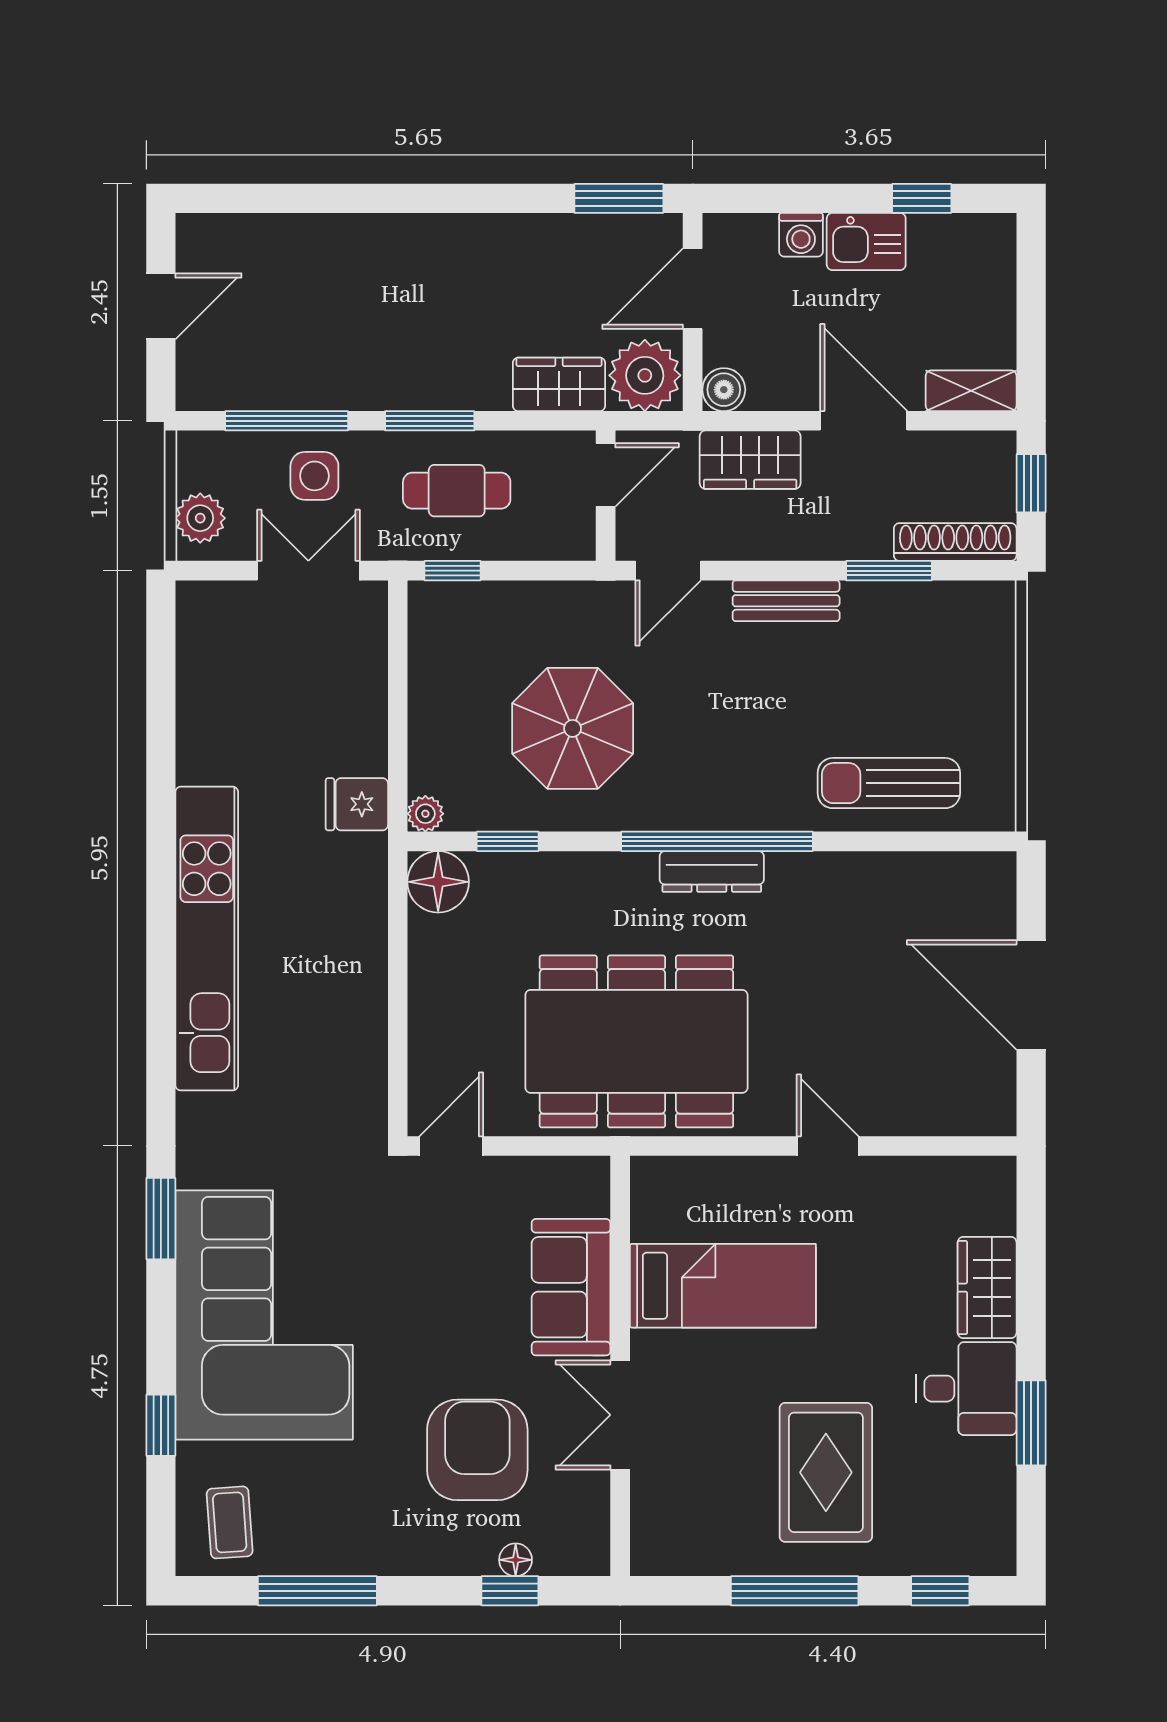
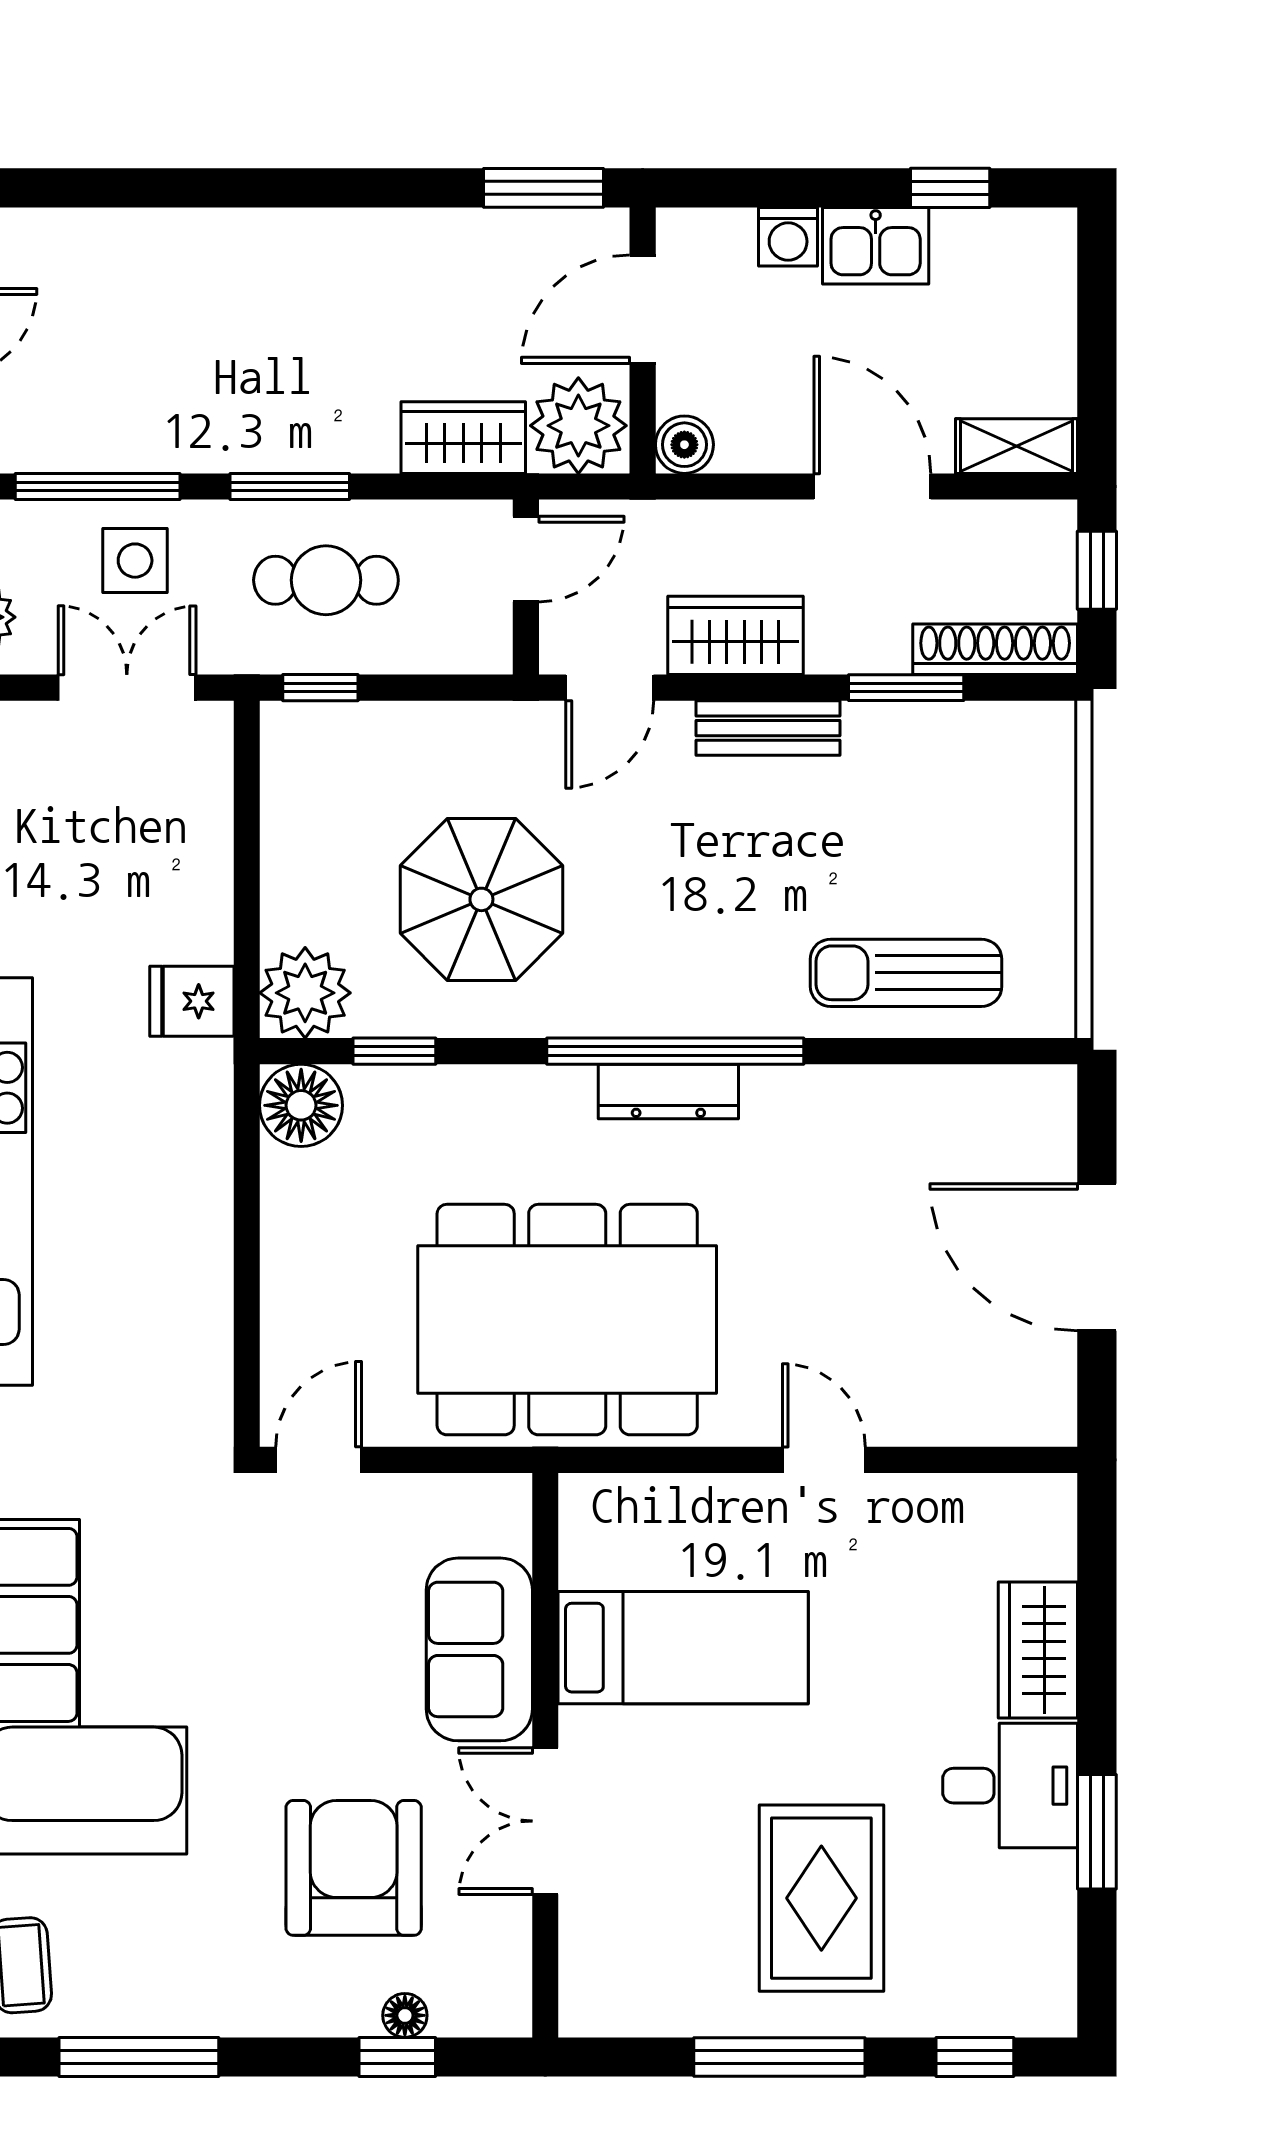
wardrobe: (750, 460) -> (736, 635), moved, turned 180
plant: (425, 814) -> (305, 993), width x1.87, depth x1.87

